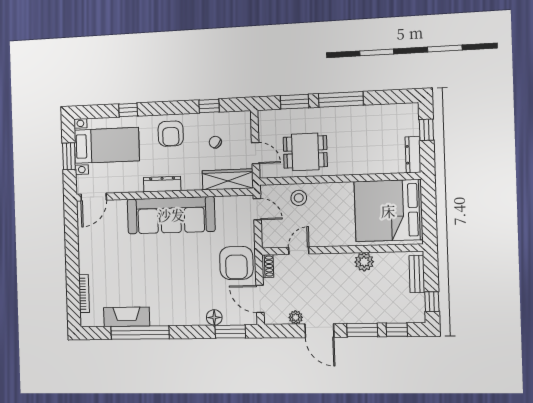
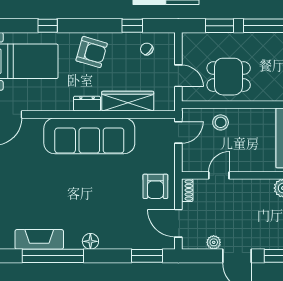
armchair: (171, 134) -> (92, 52), turned -74
chair: (215, 142) -> (147, 49), moved
wardrobe: (228, 179) -> (128, 101), moved
dresser: (162, 184) -> (87, 104), width x0.70
door: (257, 209) -> (178, 132), hinge flipped
armchair: (236, 263) -> (155, 186), width x0.73, depth x0.73
floor lamp: (214, 317) -> (90, 241), moved

